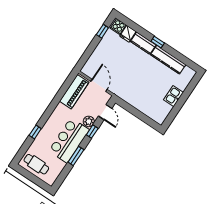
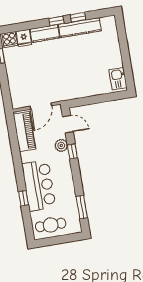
window: (173, 52) -> (78, 17), added
door: (99, 85) -> (41, 106), swing flipped
kitchen sink: (174, 96) -> (118, 79), moved
bar counter: (69, 140) -> (39, 185), moved, turned 180
window: (76, 156) -> (82, 207), moved

